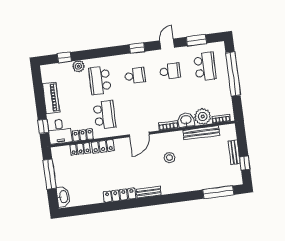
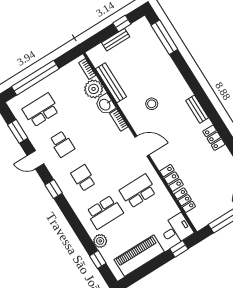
school desk: (170, 71) -> (62, 144), turned 180
piano: (51, 98) -> (139, 256), width x1.37, depth x1.33
locker: (83, 135) -> (169, 204), removed
locker: (120, 195) -> (214, 138), width x0.66

